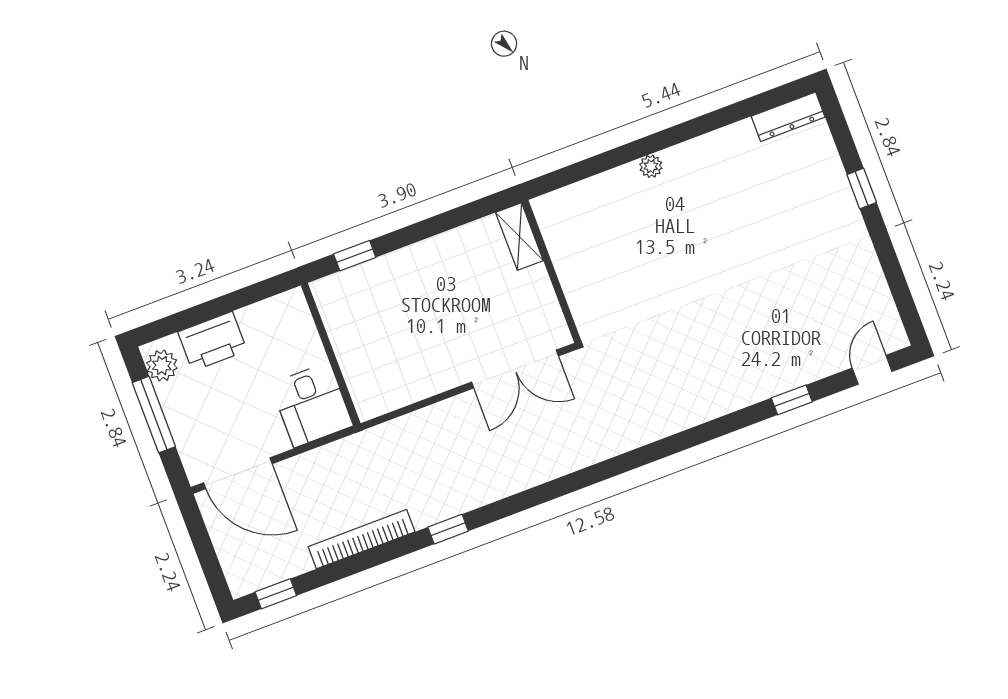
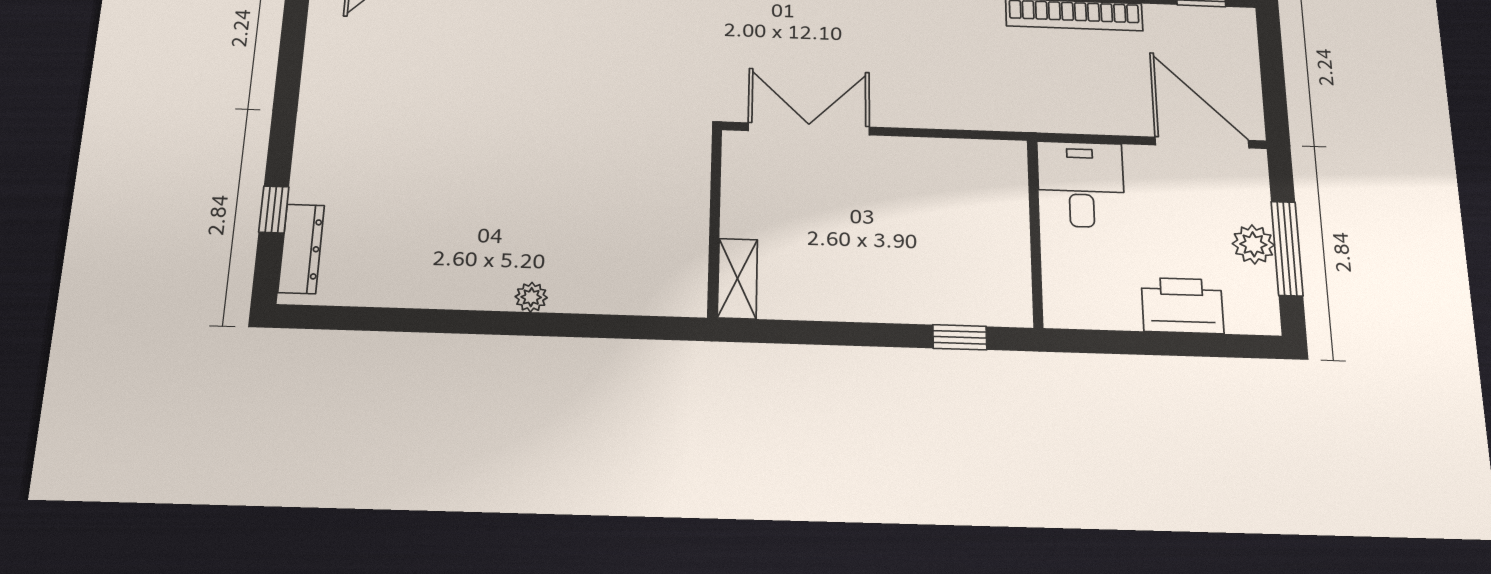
dresser: (788, 117) -> (301, 249), moved, turned 90
window: (862, 188) -> (274, 209), moved
plant: (162, 366) -> (1253, 244), moved

